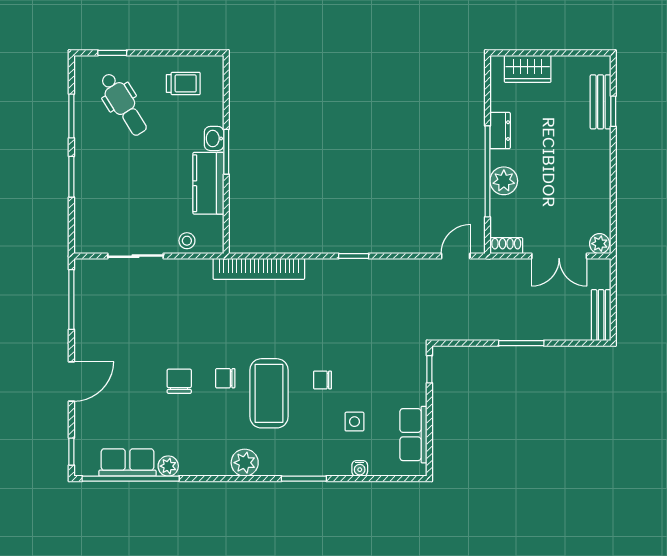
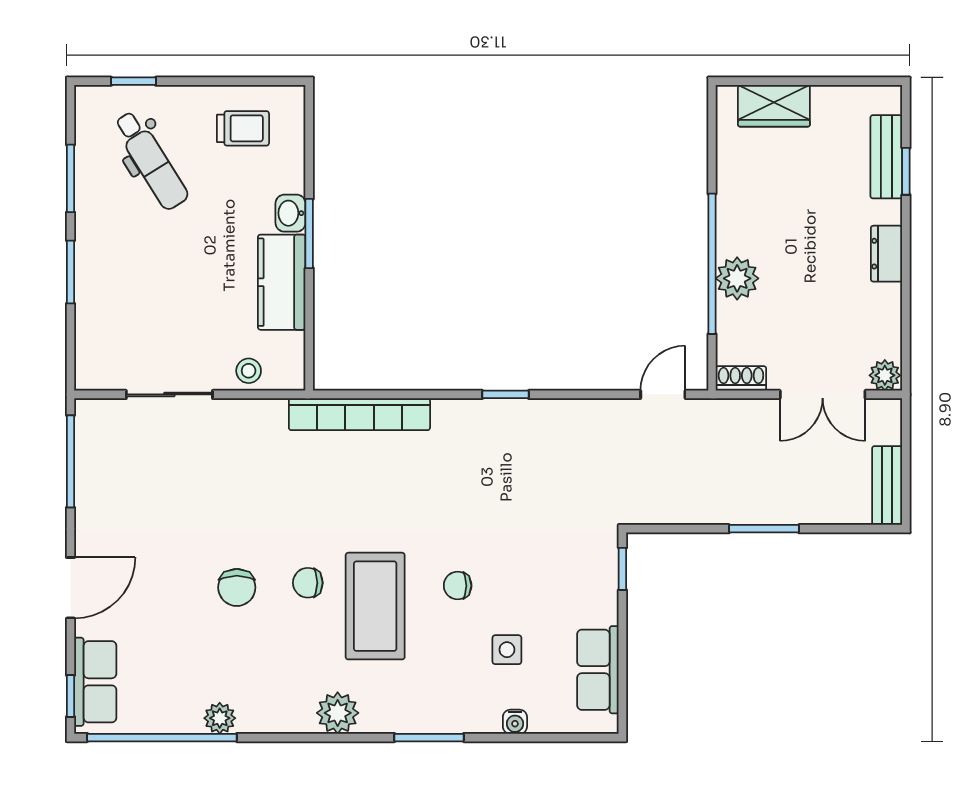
dresser: (500, 131) -> (886, 254), moved, turned 180
chair: (179, 381) -> (237, 587), turned 180
row of seats: (127, 463) -> (95, 682), moved, turned 90

